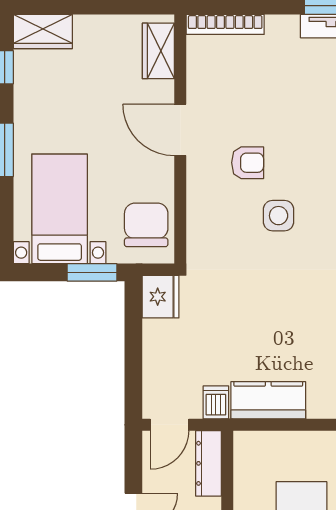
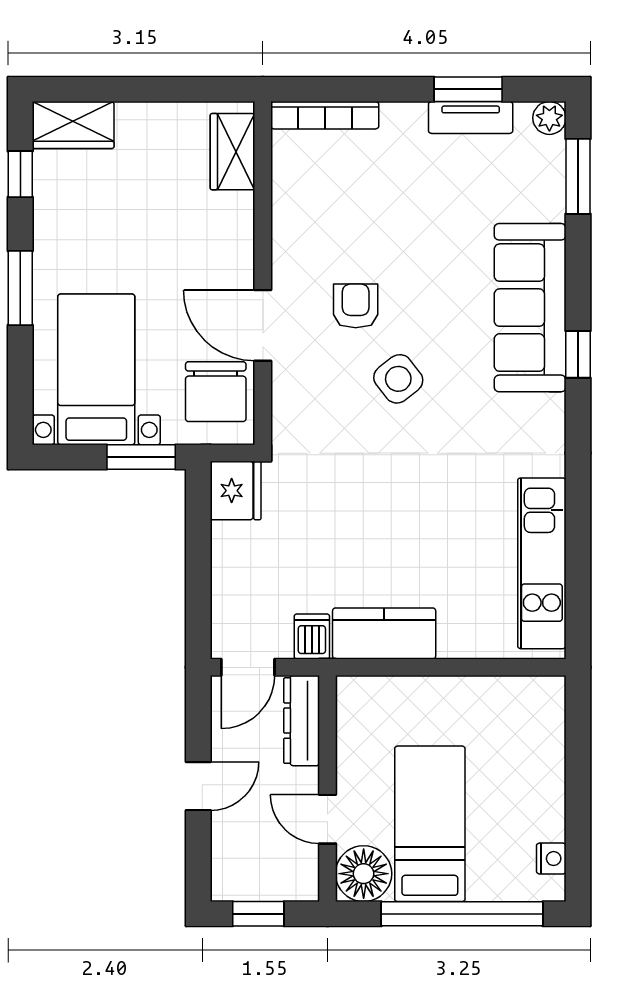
door: (180, 130) -> (263, 325), moved
armchair: (248, 163) -> (356, 306), turned -90
side table: (279, 216) -> (398, 379), turned -38
chair: (146, 225) -> (216, 392), turned 180

